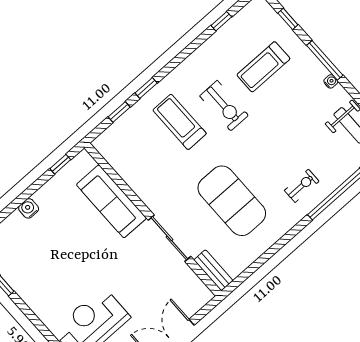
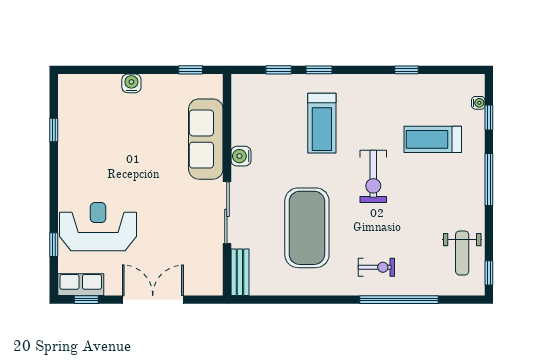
window: (221, 21) -> (407, 70), moved
water cooler: (331, 81) -> (478, 103), moved
exercise bike: (224, 106) -> (373, 176), moved
treadmill: (180, 122) -> (322, 123), turned 180
water cooler: (145, 192) -> (241, 156), added

